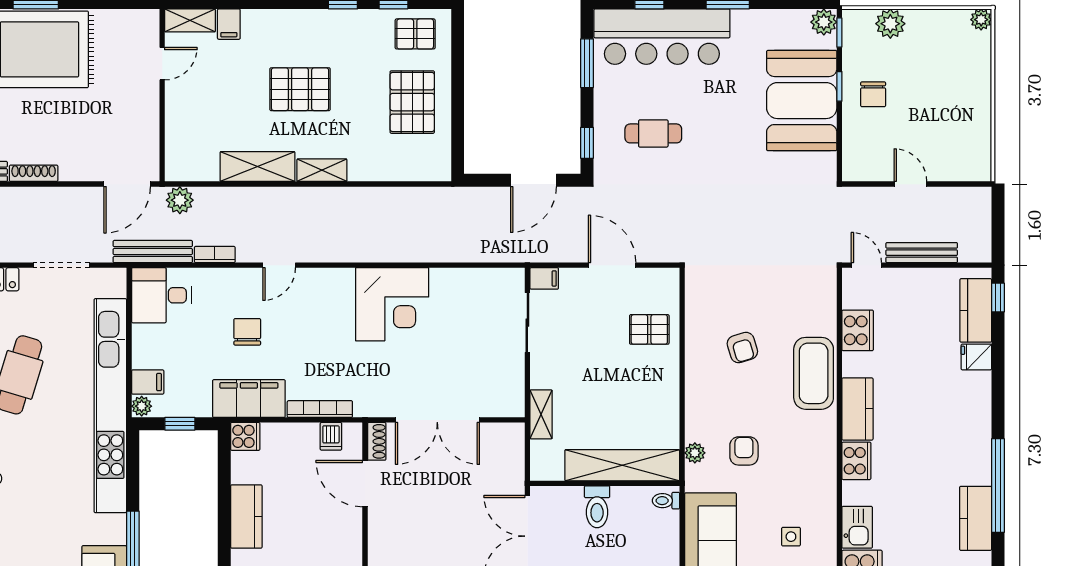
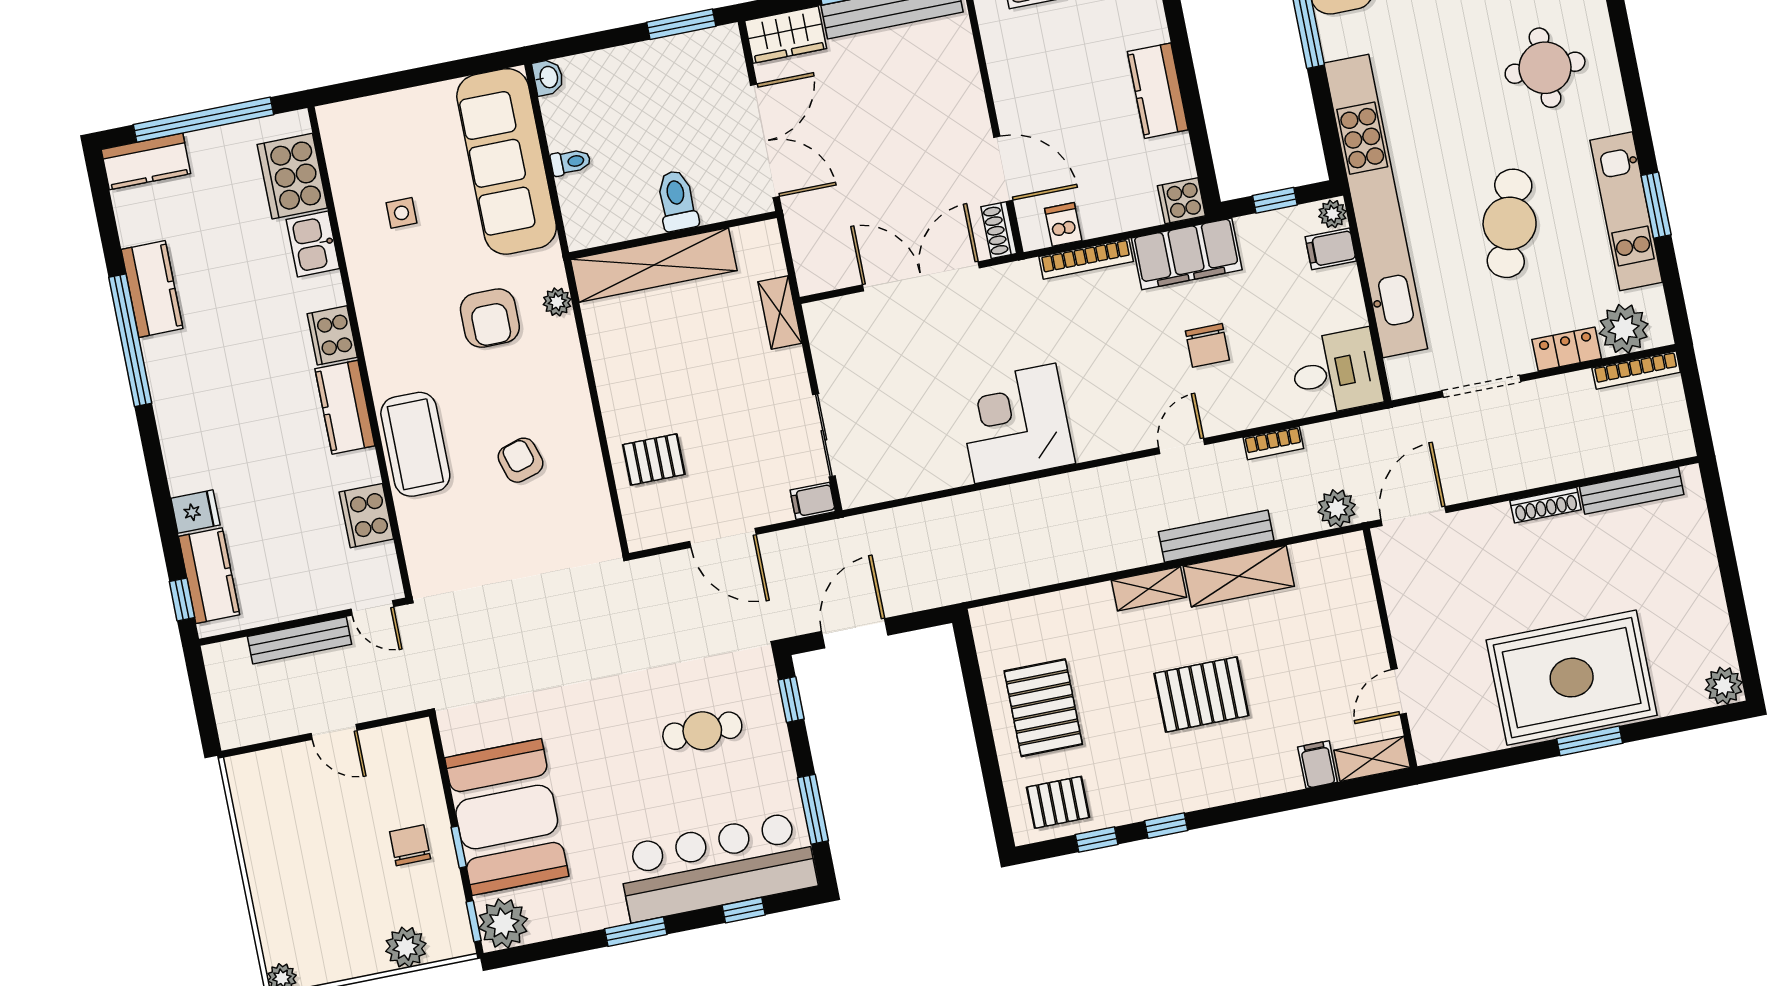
plant: (824, 22) -> (503, 923), width x1.36, depth x1.36
bench: (153, 252) -> (1216, 536), moved
armchair: (744, 451) -> (490, 318), width x1.38, depth x1.38
toilet: (666, 501) -> (571, 162), moved

